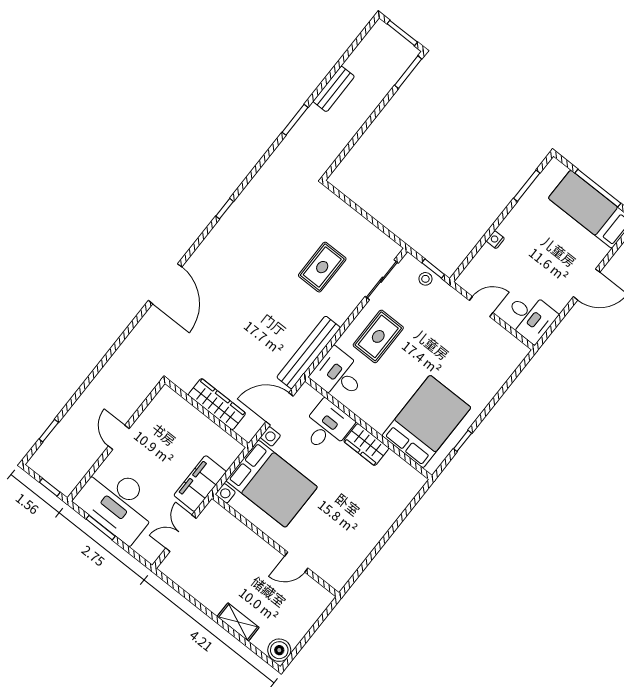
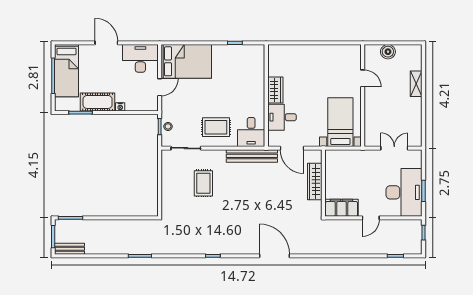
bench: (334, 89) -> (69, 249), moved
cot: (523, 217) -> (98, 102), added
rug: (322, 267) -> (203, 183), turned 90
door: (165, 284) -> (275, 256), hinge flipped
door: (481, 307) -> (160, 87), swing flipped
desk: (530, 317) -> (140, 58), width x1.37
bed: (426, 422) -> (186, 61), moved, turned 180
filing cabinet: (200, 484) -> (342, 208), moved, turned 180
bed with nightstands: (272, 484) -> (340, 122), width x0.73
double door: (181, 533) -> (394, 148), swing flipped
boiler: (279, 650) -> (388, 52), moved

